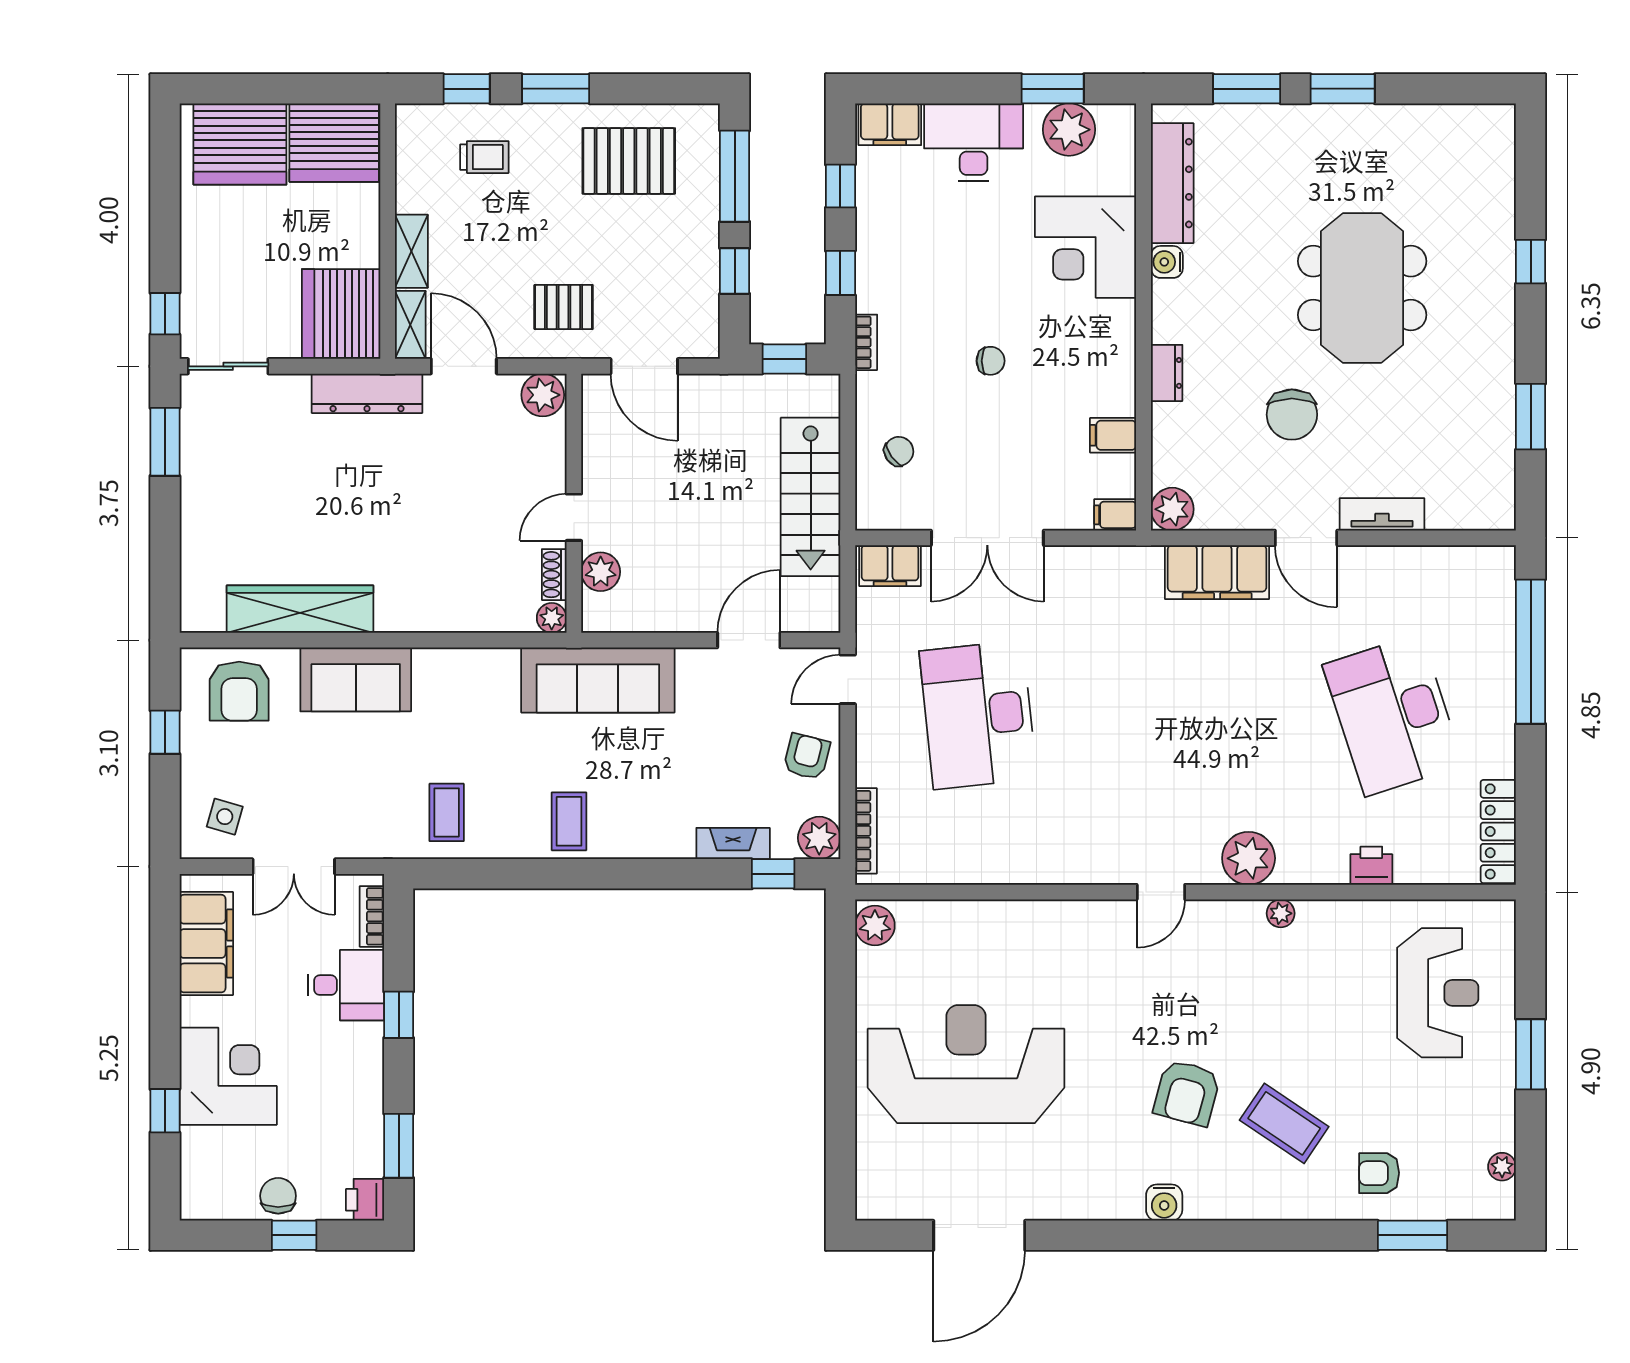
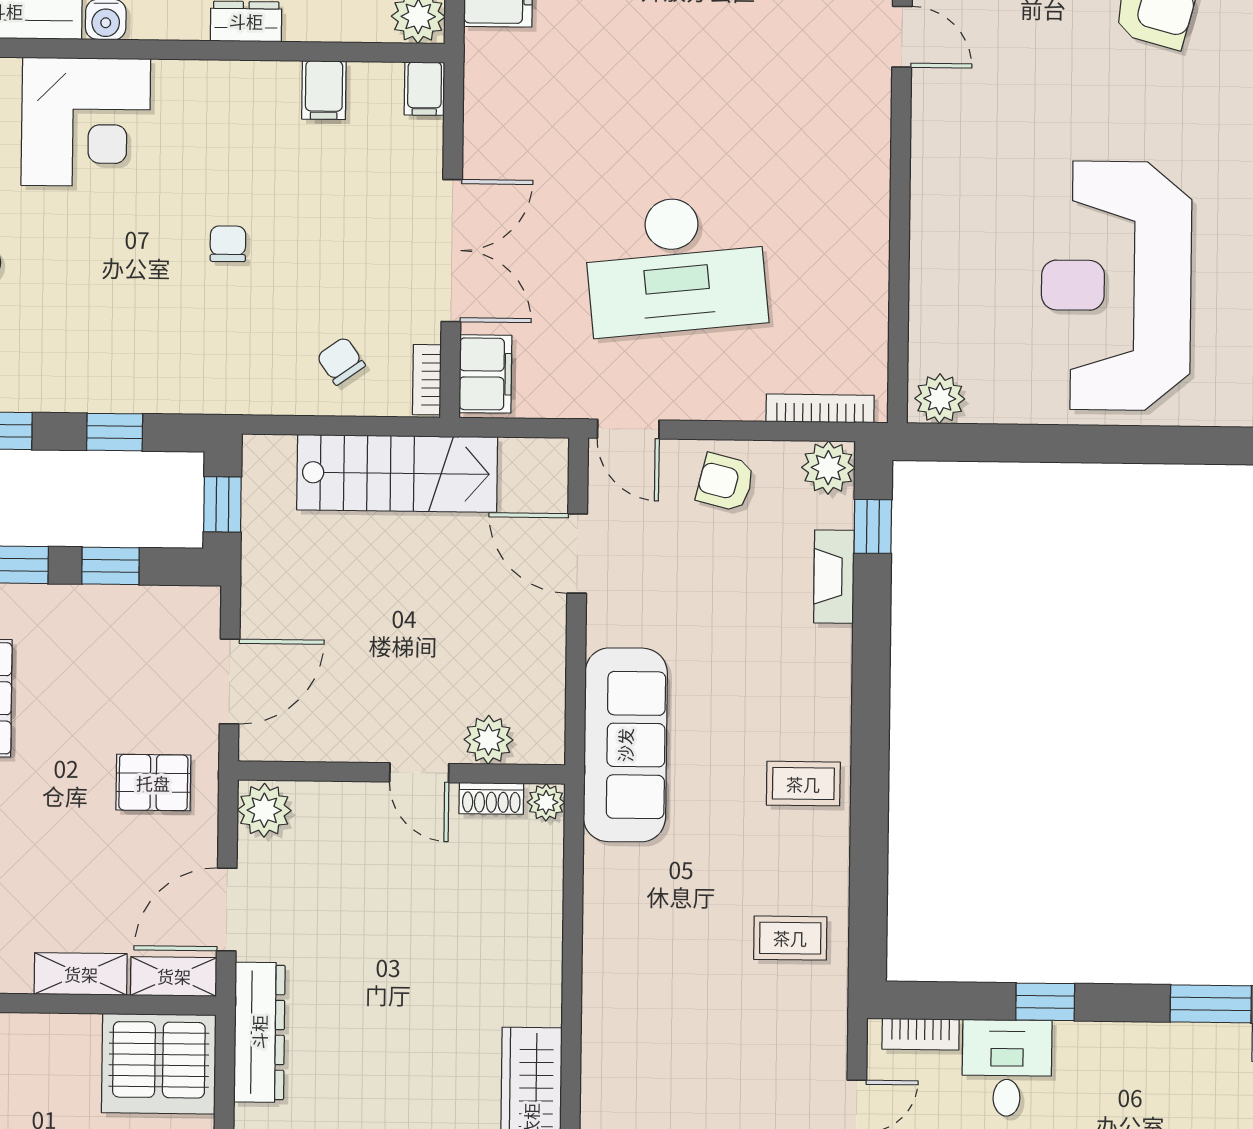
pallet: (564, 307) -> (153, 783), turned 90
bookcase: (866, 342) -> (427, 380), moved, turned -90
sofa: (356, 679) -> (621, 1051), removed

